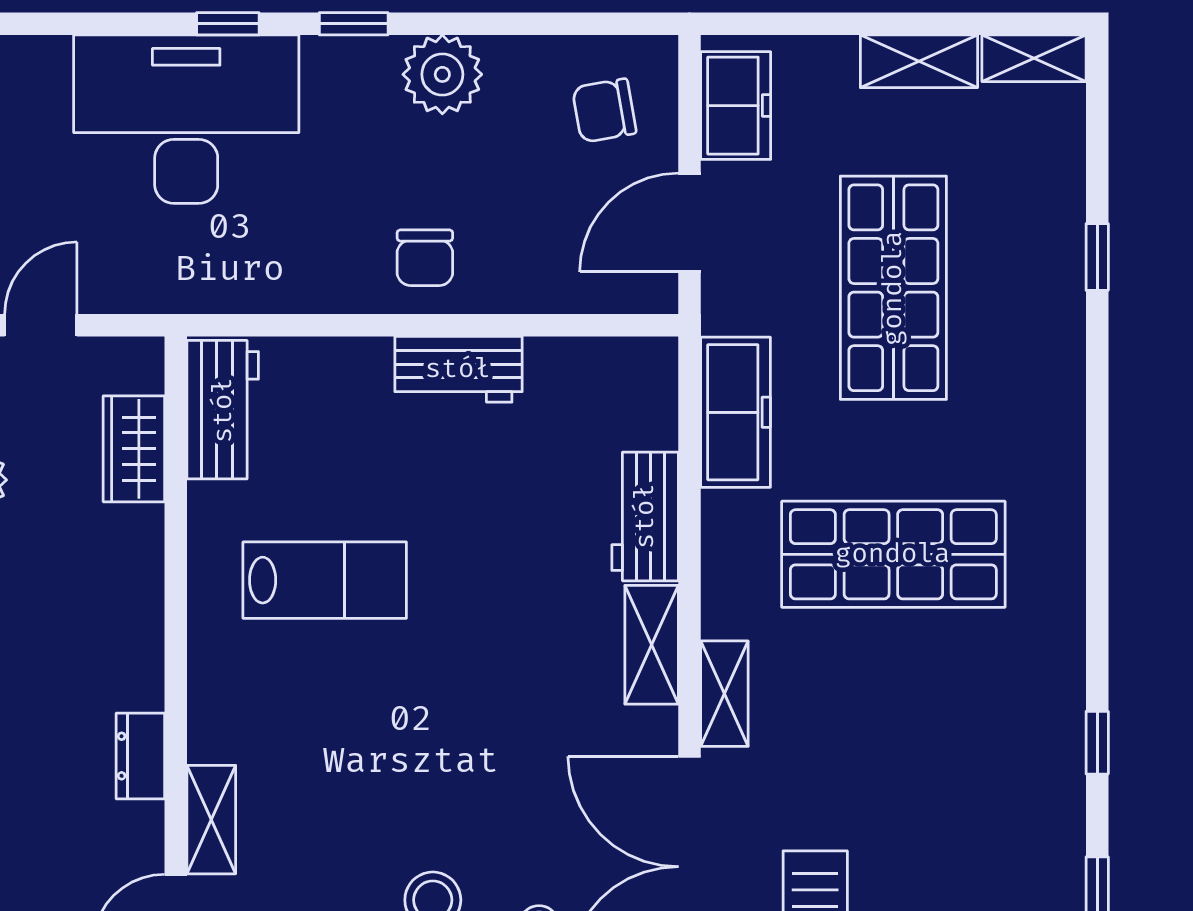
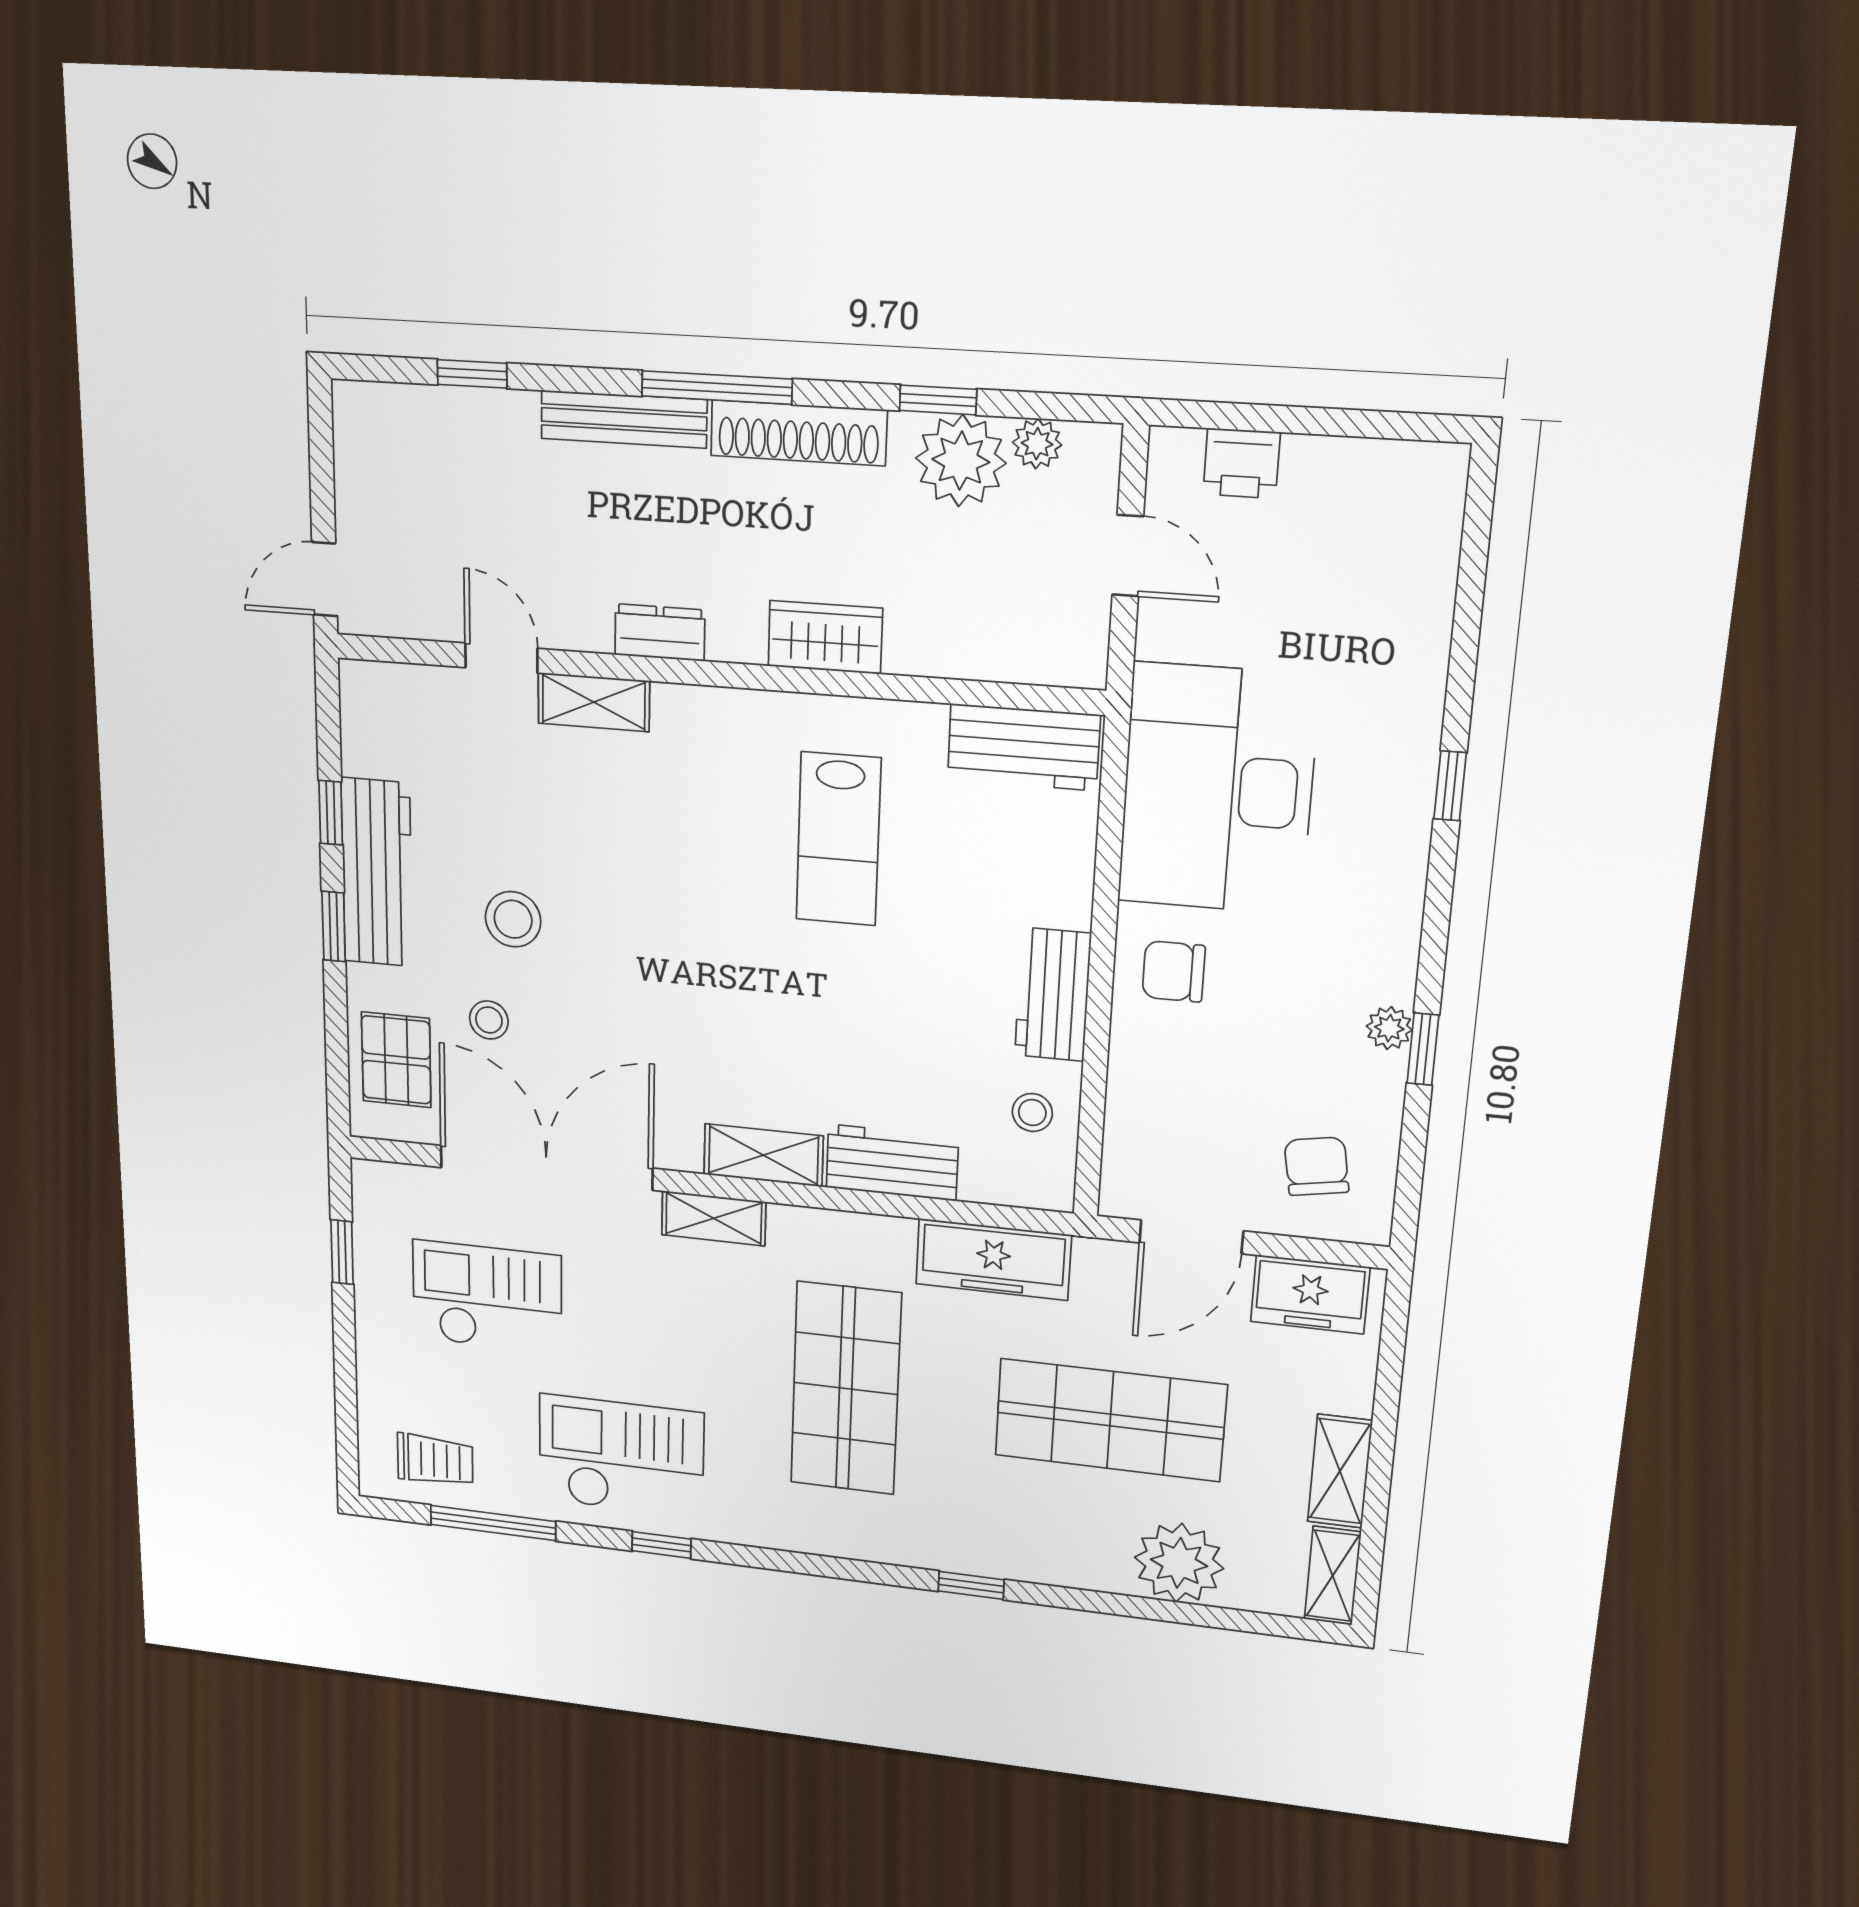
window: (354, 24) -> (1423, 1049), moved
plant: (442, 74) -> (1389, 1028), width x0.53, depth x0.53
desk: (186, 119) -> (1218, 789), moved, turned 180
plant: (1041, 210) -> (1179, 1563), added
door: (690, 222) -> (1191, 1237), swing flipped
window: (1097, 257) -> (971, 1585), moved
stool: (579, 382) -> (1032, 1112), added
wardrobe: (134, 449) -> (825, 637), moved
checkout: (1001, 787) -> (621, 1456), added

